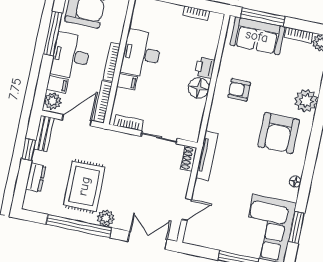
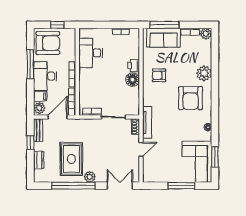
desk: (141, 54) -> (91, 53), moved
filing cabinet: (127, 82) -> (85, 85), removed
door: (186, 210) -> (141, 149), moved

